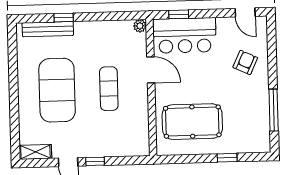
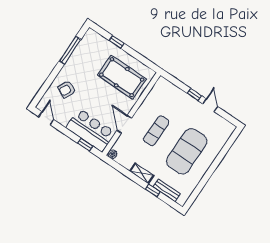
bench: (48, 29) -> (167, 190), width x0.73
shelving: (35, 152) -> (142, 173), moved

